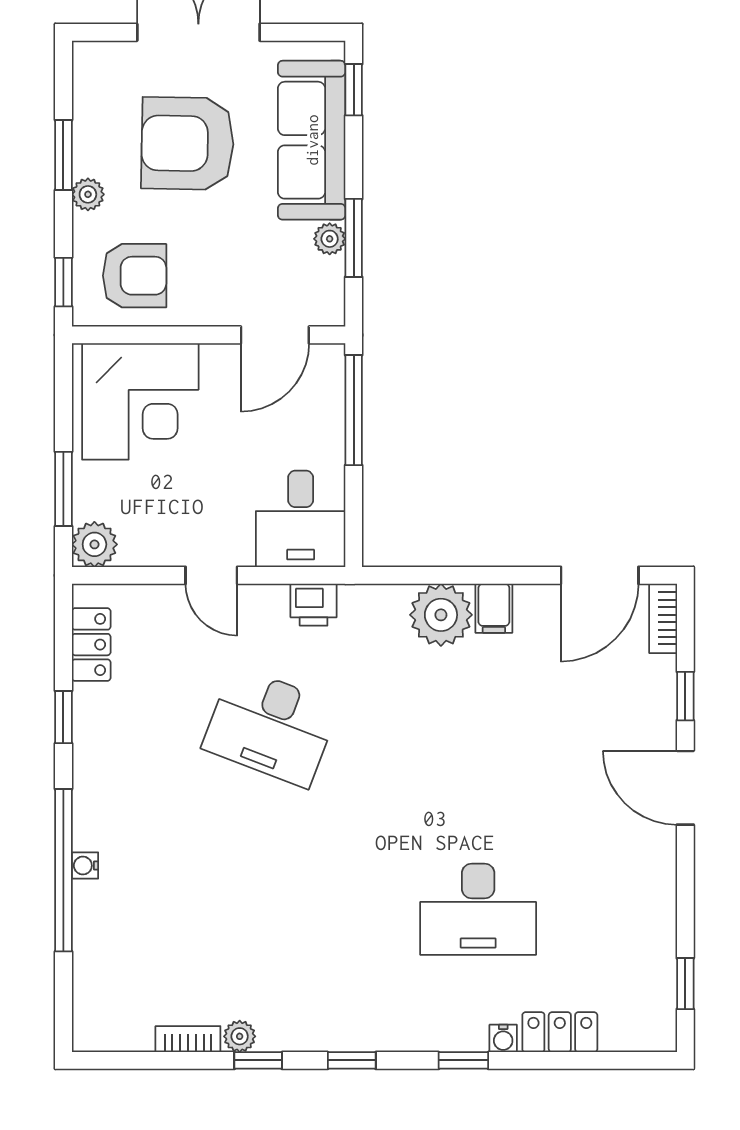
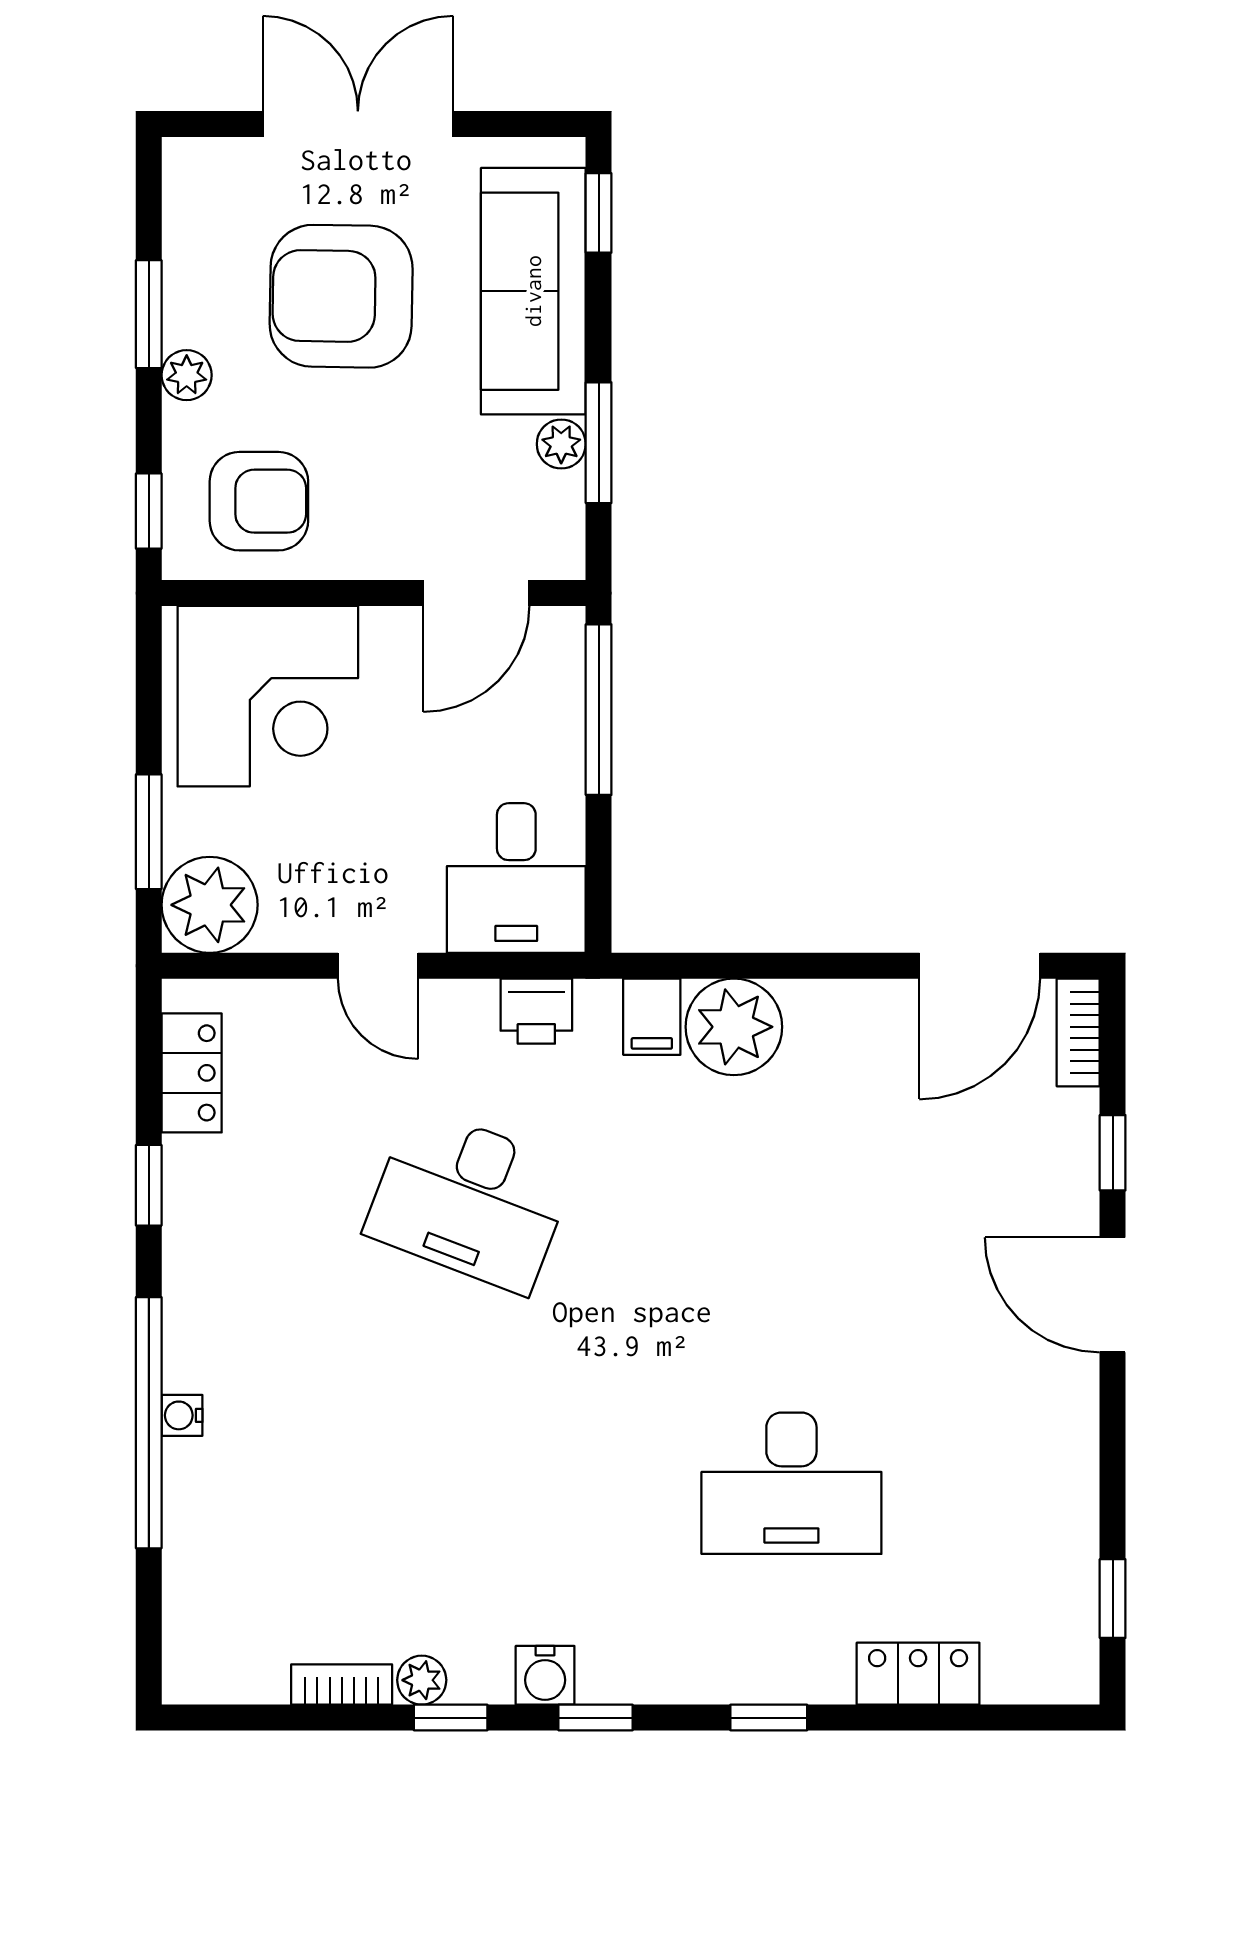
plant: (94, 544) -> (210, 905), width x1.36, depth x1.36
filing cabinet: (494, 608) -> (652, 1017), moved
water cooler: (503, 1038) -> (545, 1675), moved, width x1.38, depth x1.38

